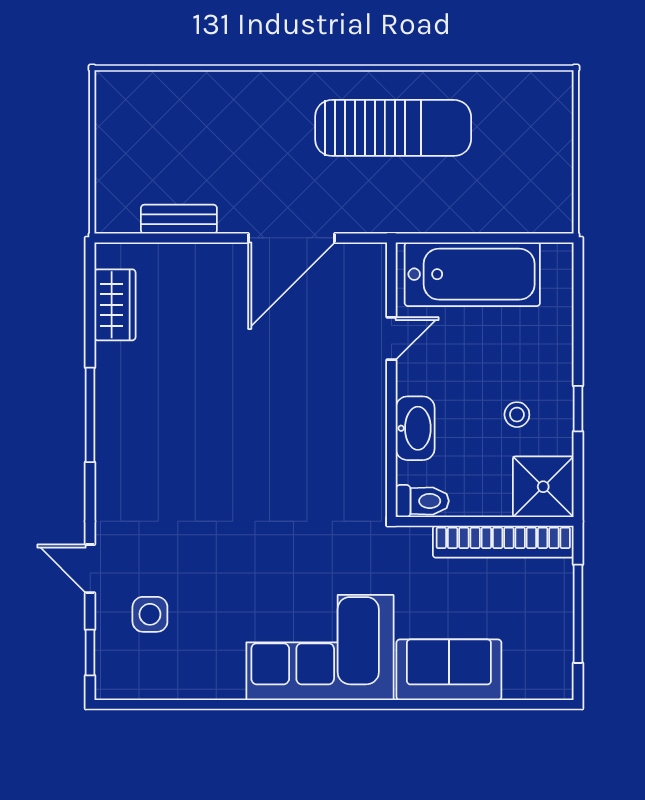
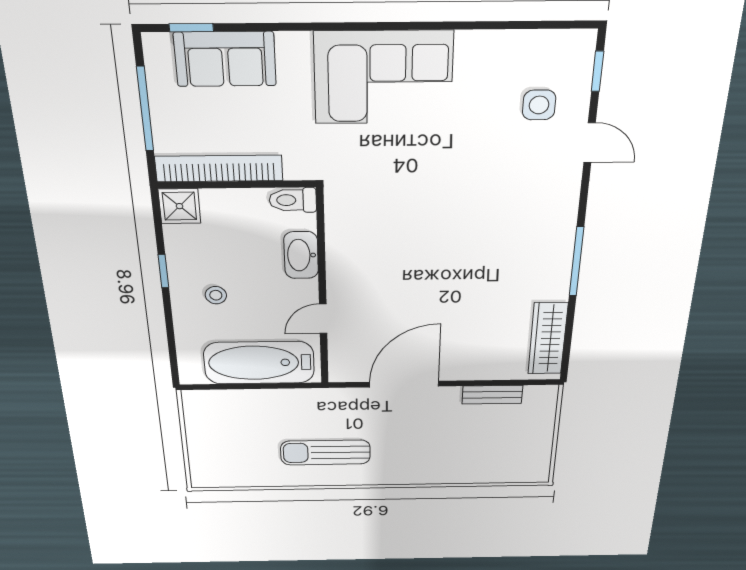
sun lounger: (393, 128) -> (325, 453), width x0.73, depth x0.75
wardrobe: (115, 305) -> (548, 339), width x1.50
stool: (517, 415) -> (216, 295), moved
shower: (543, 487) -> (179, 206), width x0.73, depth x0.73
sofa: (449, 670) -> (225, 59), moved
window: (521, 704) -> (191, 28), added

